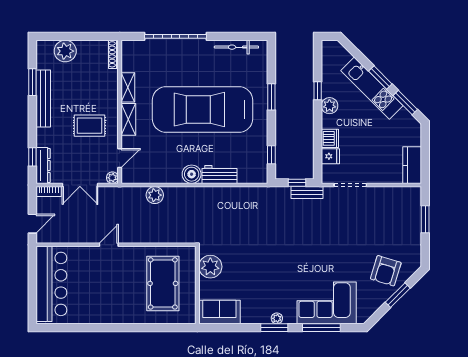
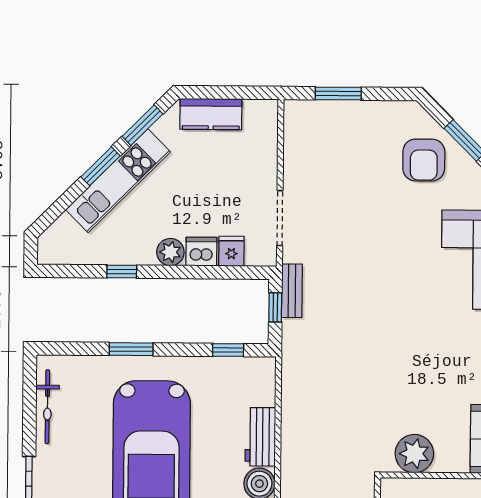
plant: (329, 106) -> (170, 252), moved
kitchen counter: (412, 165) -> (211, 114), moved
armchair: (386, 271) -> (424, 160), turned 73

